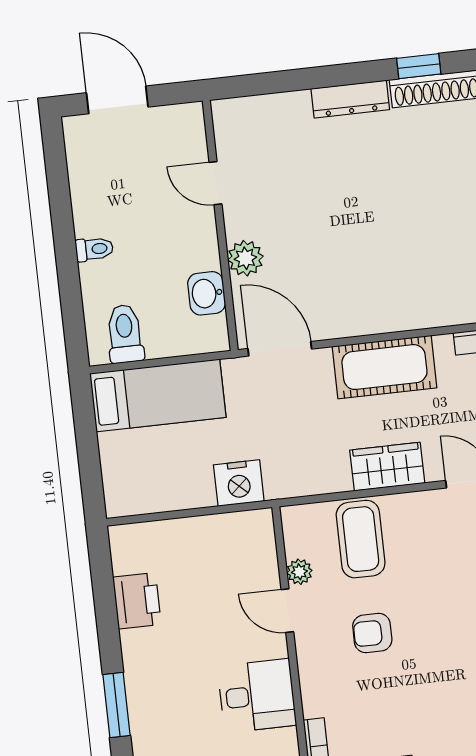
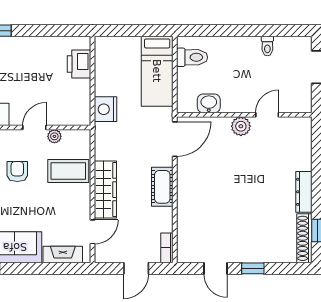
toilet: (94, 249) -> (267, 46), moved
plant: (245, 258) -> (241, 126), moved
cot: (384, 367) -> (162, 187), width x0.73, depth x0.75
wardrobe: (387, 467) -> (105, 190), width x1.50
printer: (137, 601) -> (79, 64), moved, turned 90

